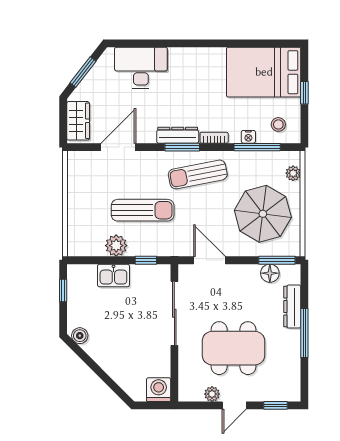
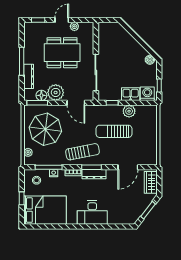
desk: (141, 68) -> (92, 213), moved
plant: (245, 278) -> (56, 92), added
washing machine: (159, 390) -> (147, 94), moved, turned 180

